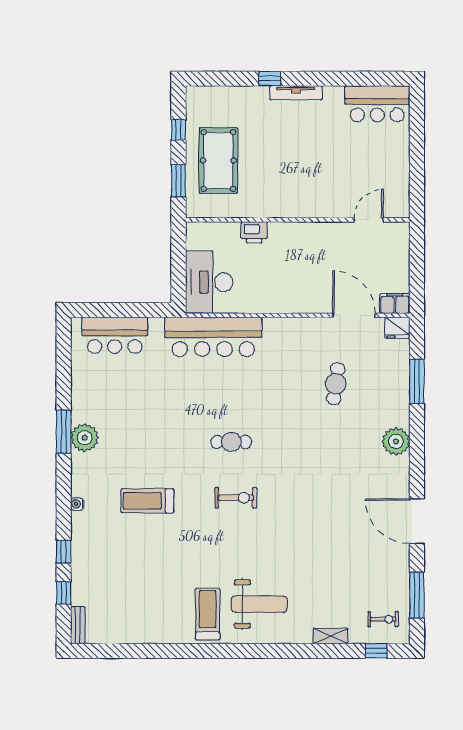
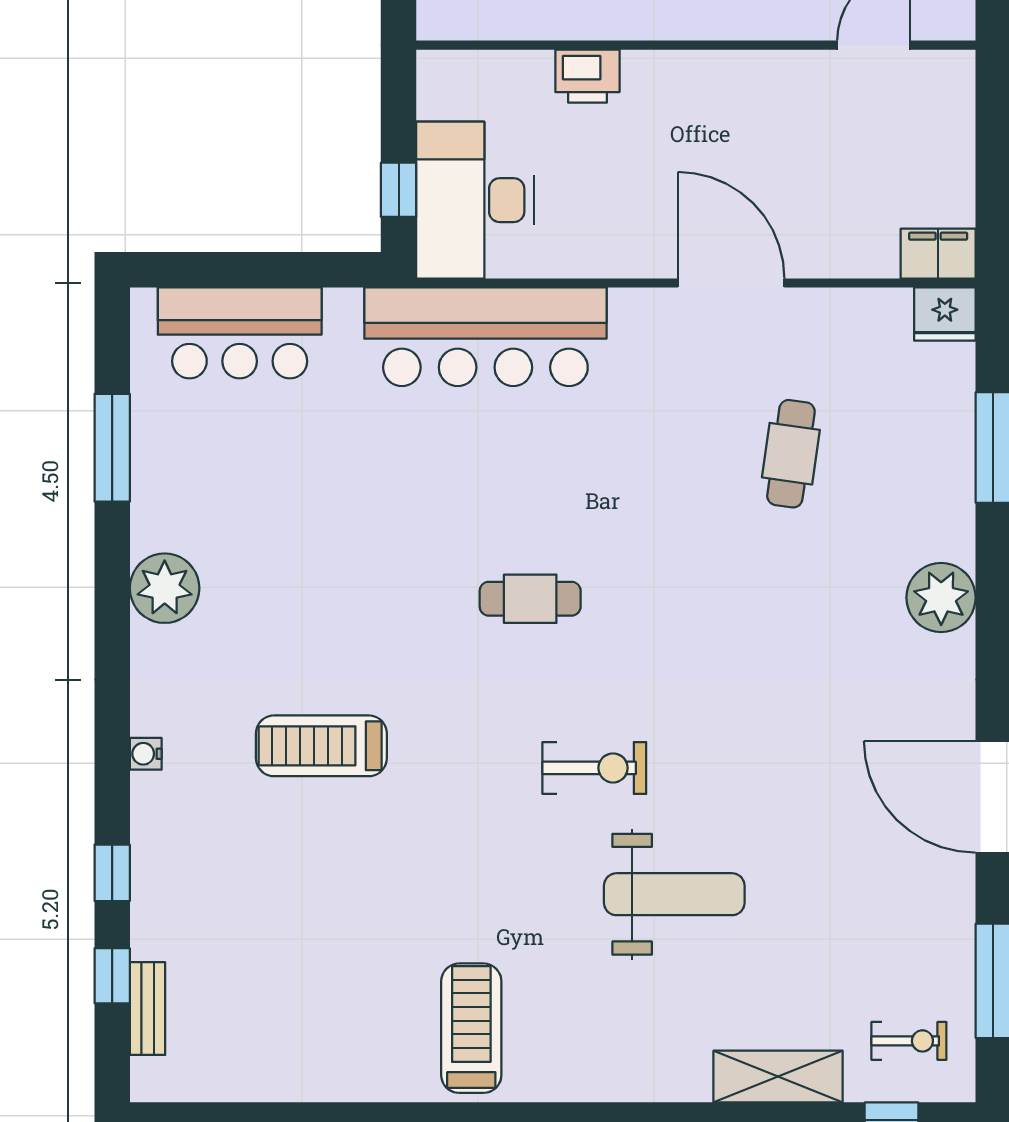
window: (178, 278) -> (399, 190), added
door: (354, 315) -> (731, 283), moved
window: (64, 432) -> (112, 448), moved
exercise bike: (236, 498) -> (594, 768), moved
weight bench: (259, 604) -> (674, 894), moved
bench: (78, 625) -> (148, 1009), moved
shelving: (331, 636) -> (778, 1077), width x1.50, depth x1.33

